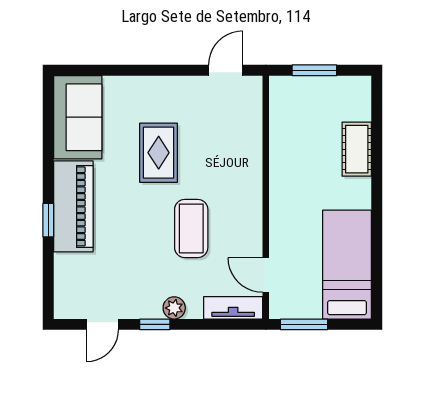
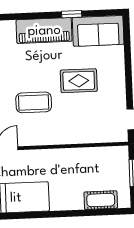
cot: (357, 149) -> (101, 200), moved
window: (48, 220) -> (72, 14), moved

